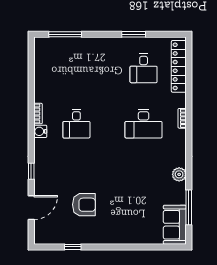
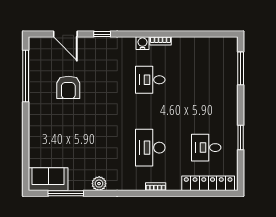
window: (73, 247) -> (26, 76), width x3.17

